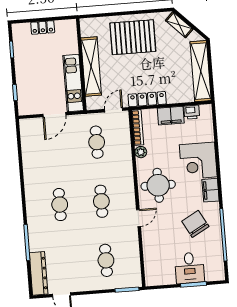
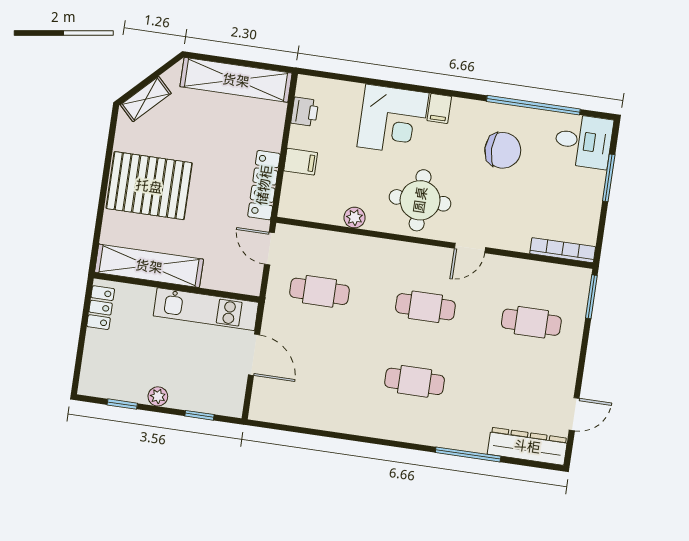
locker: (43, 27) -> (101, 308), moved
pallet: (133, 37) -> (149, 186), turned 90
shelving: (91, 67) -> (149, 266), moved
plant: (20, 68) -> (158, 396), added
filing cabinet: (171, 116) -> (301, 162), width x0.50
bookcase: (138, 128) -> (563, 250), moved
filing cabinet: (211, 190) -> (439, 108), width x0.50
door: (139, 218) -> (470, 248), swing flipped
chair: (195, 224) -> (503, 150), turned -151
desk: (190, 268) -> (583, 141), moved

